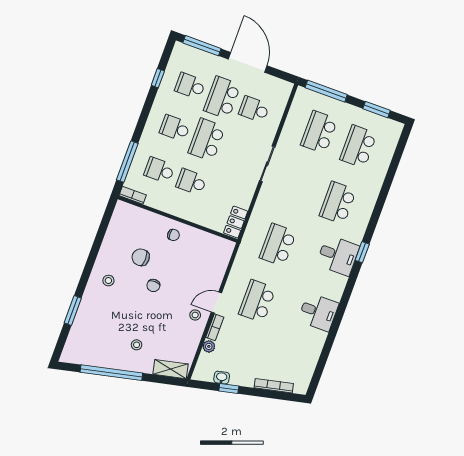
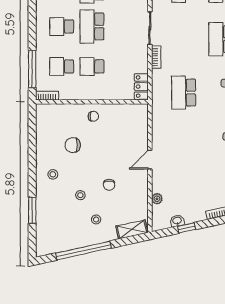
chair: (153, 285) -> (109, 185), moved
school desk: (257, 301) -> (184, 146), removed
stool: (195, 315) -> (80, 195), moved
bookcase: (215, 327) -> (156, 57), moved

